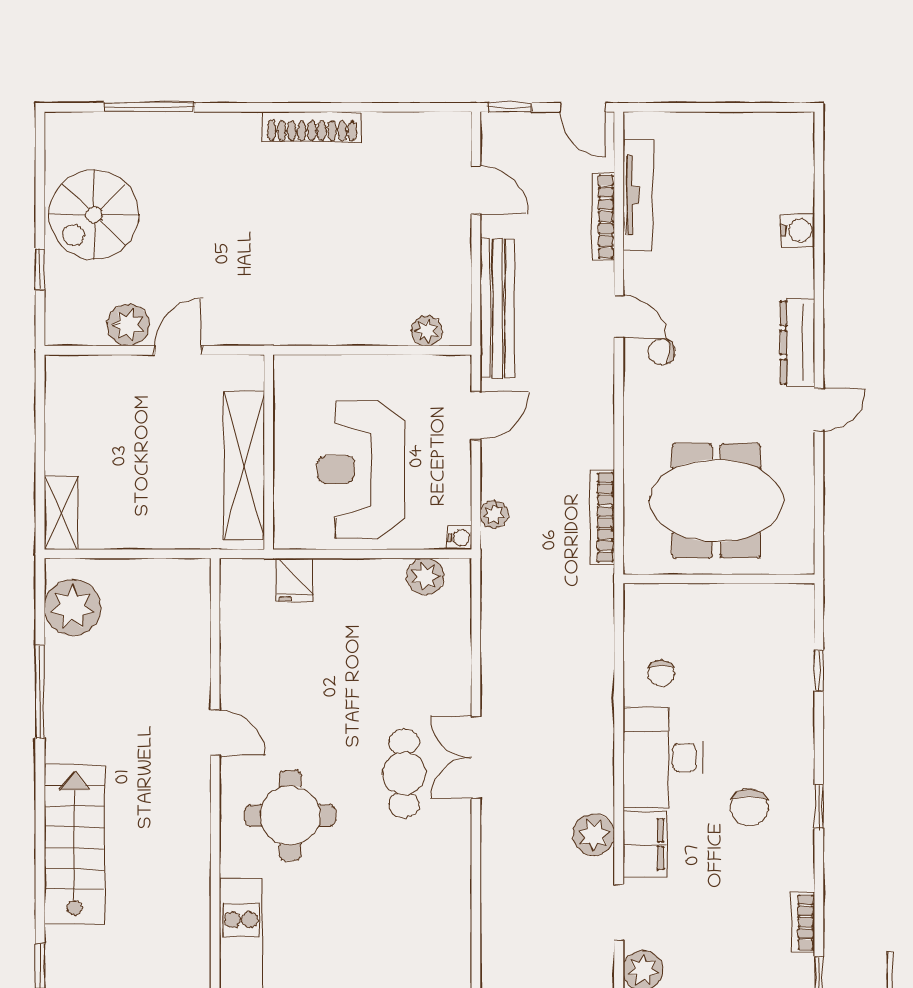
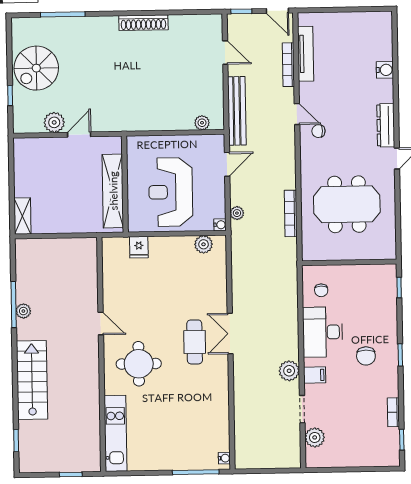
wall: (719, 579) -> (349, 262), moved
plant: (73, 607) -> (23, 311), moved, width x0.53, depth x0.53
filing cabinet: (645, 844) -> (315, 375), width x0.50

